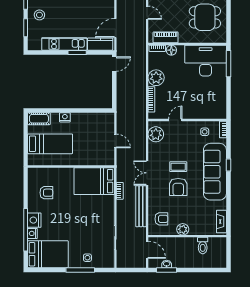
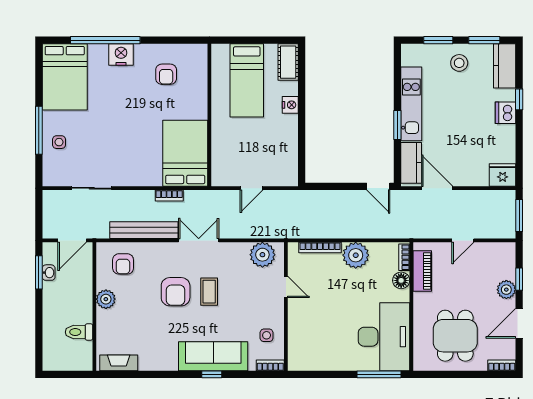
sofa: (215, 172) -> (213, 356), width x0.74, depth x0.79
armchair: (178, 187) -> (176, 292), turned -90
nightstand: (32, 233) -> (99, 51), removed

